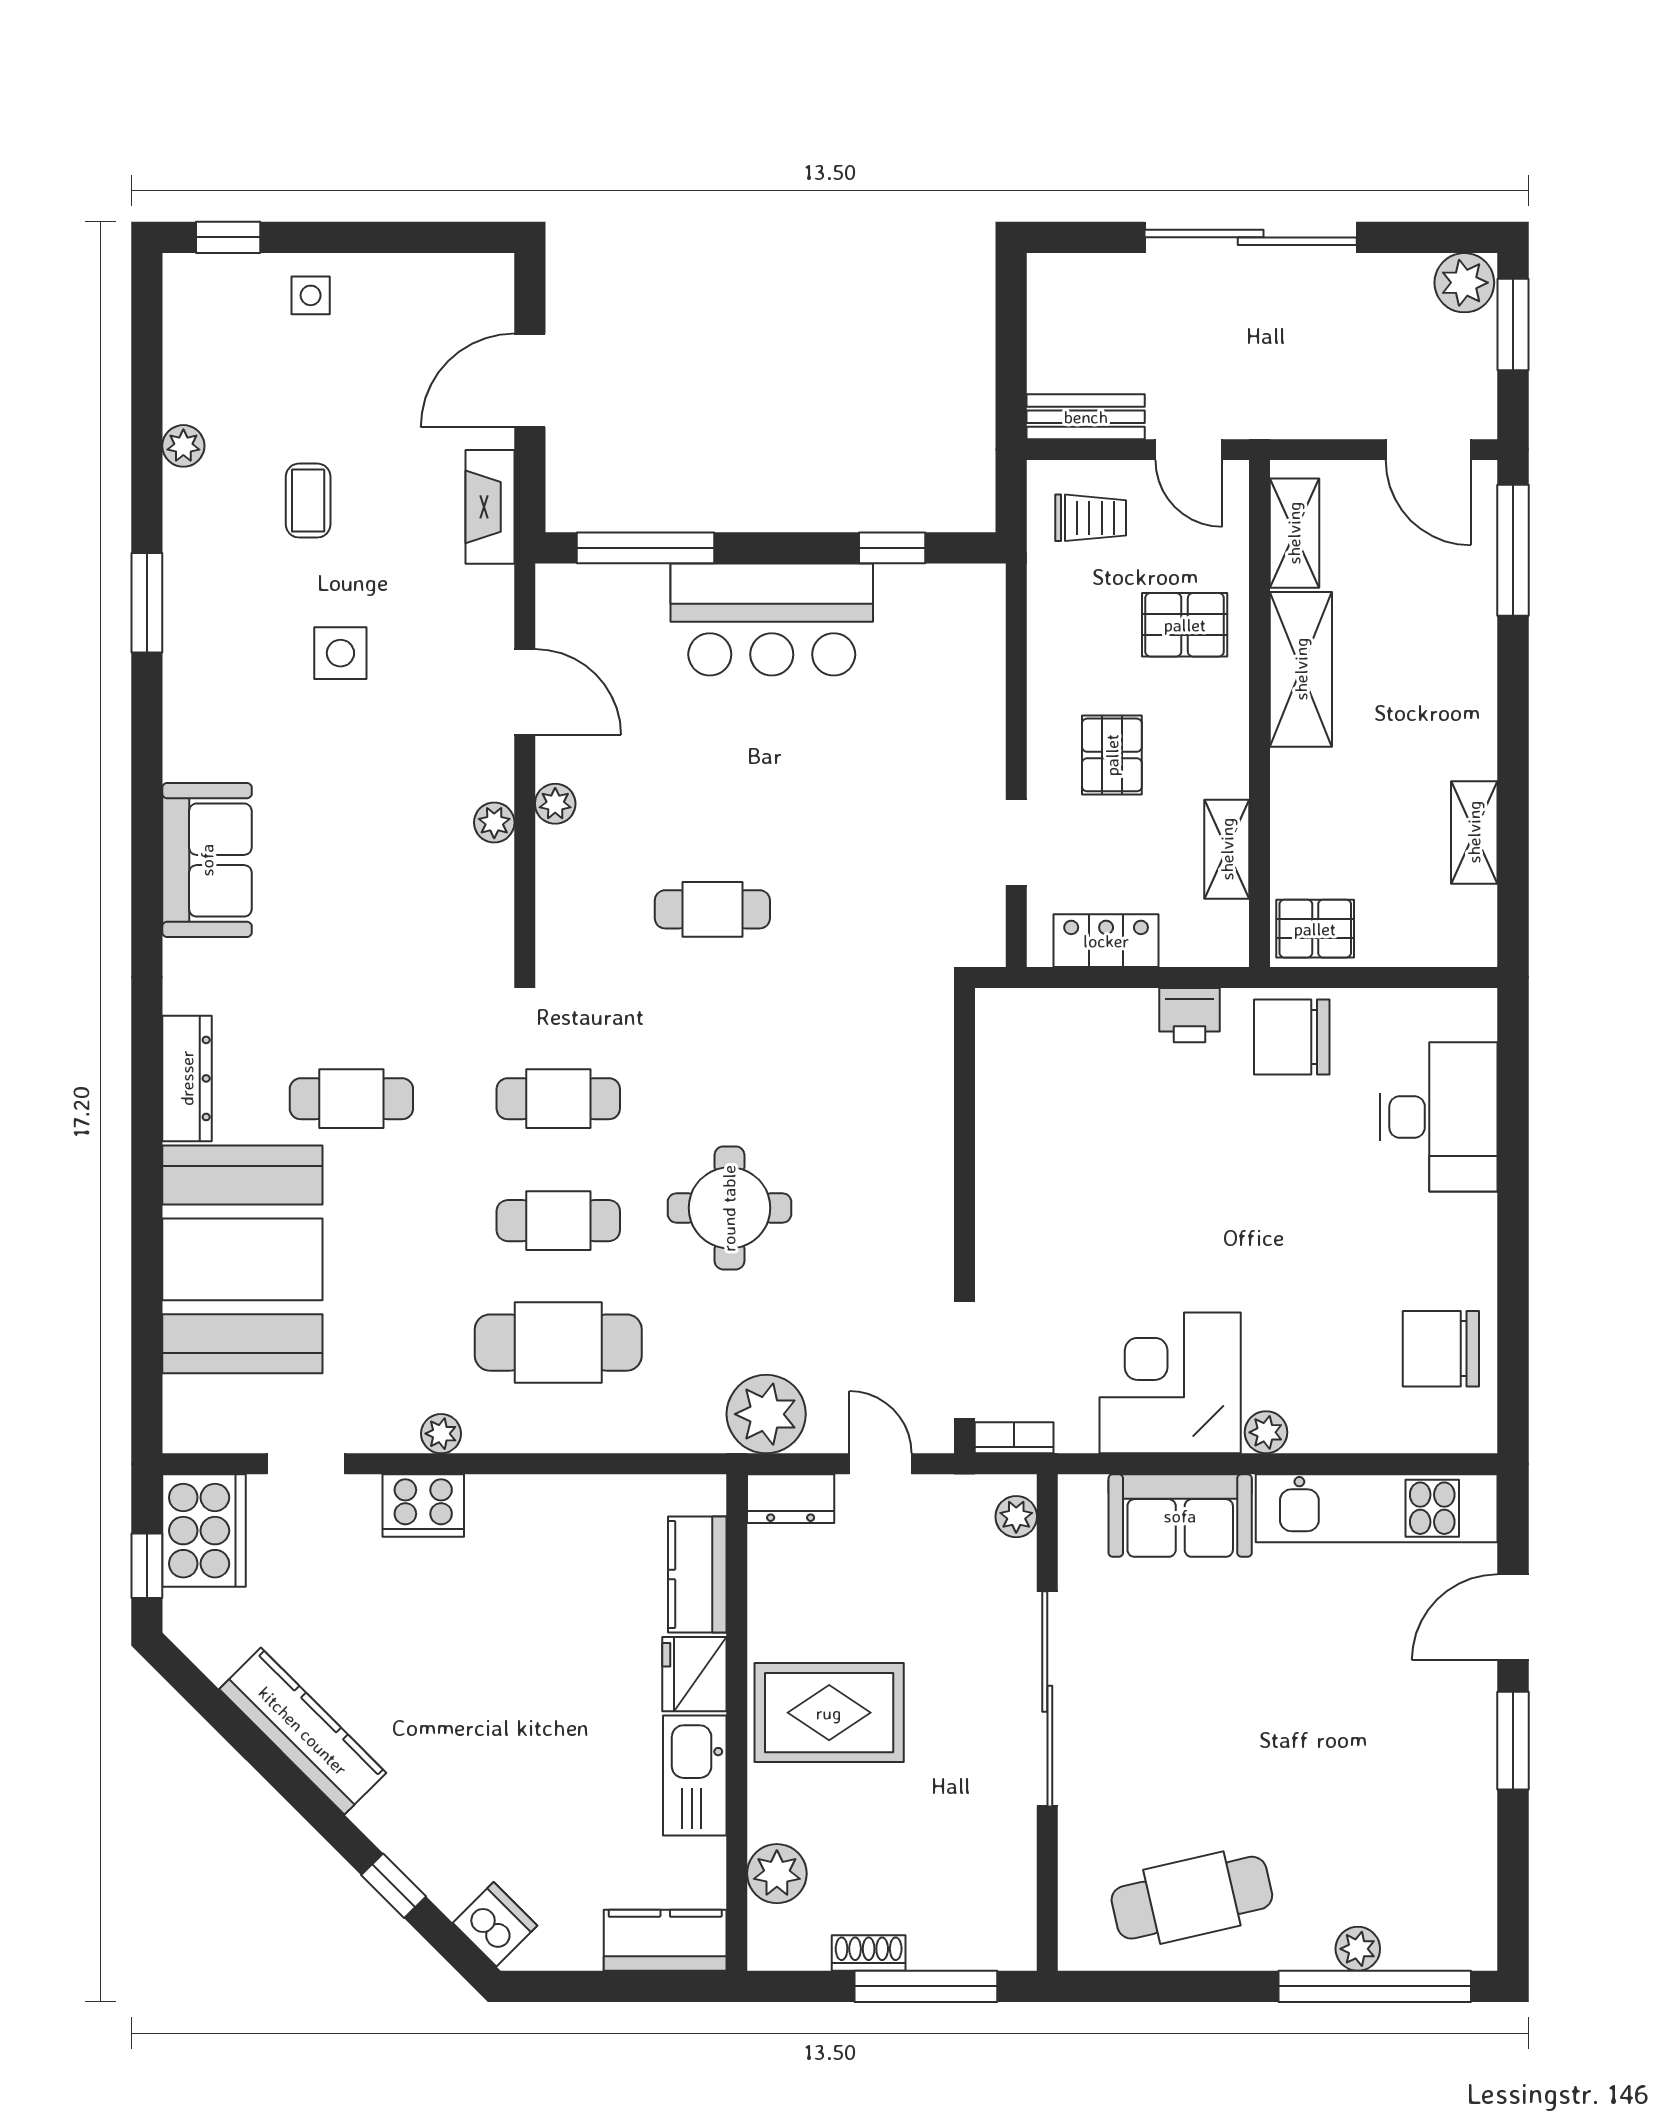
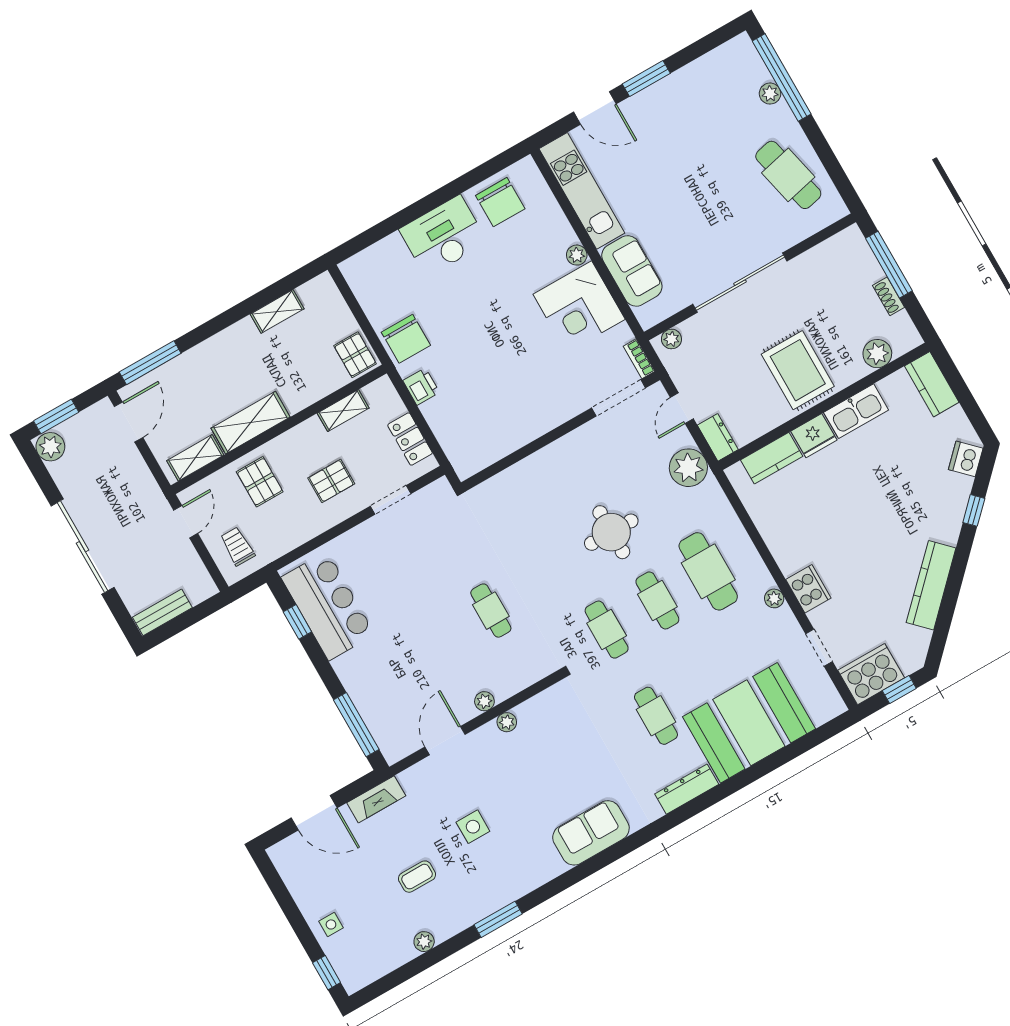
bench: (1086, 417) -> (162, 612), moved, turned 90
bar counter: (772, 620) -> (328, 606), moved
desk: (1439, 1117) -> (443, 236), moved

